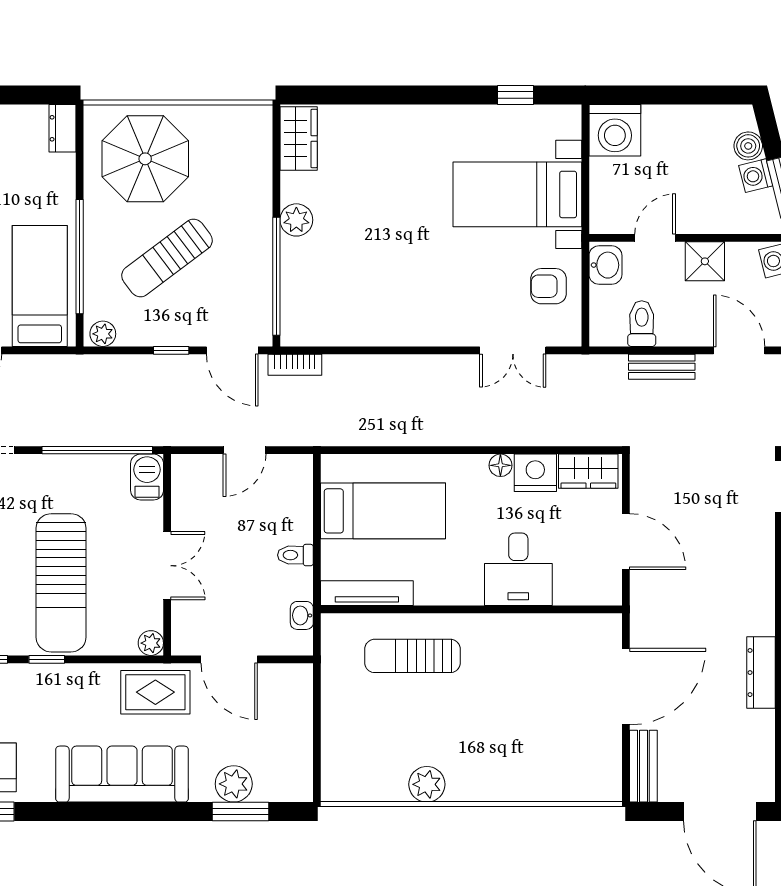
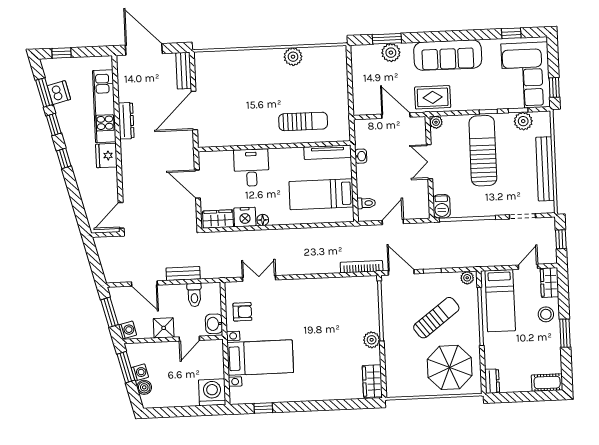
bookcase: (295, 365) -> (362, 267), width x1.56
toilet: (295, 555) -> (366, 203), moved
washbasin: (302, 615) -> (361, 156), moved

